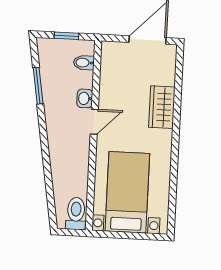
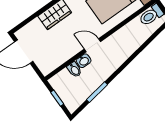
bidet: (84, 63) -> (74, 70), moved

